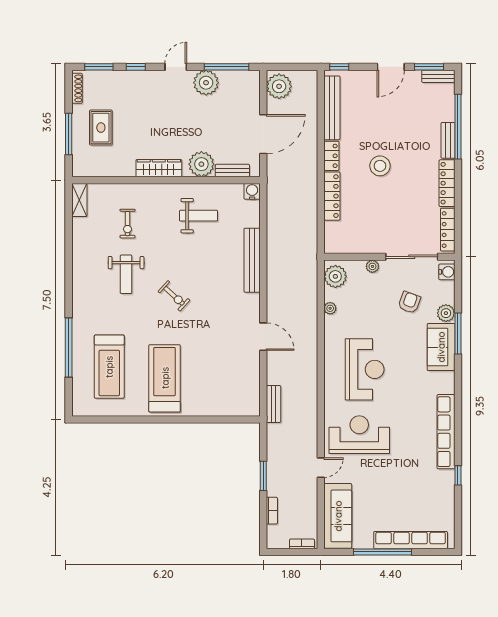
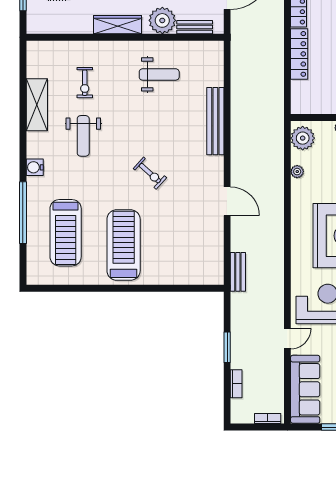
water cooler: (252, 191) -> (35, 167), moved, turned -90
shelving: (79, 200) -> (37, 105), moved, width x1.50, depth x1.33
exercise bike: (174, 296) -> (150, 173), moved

